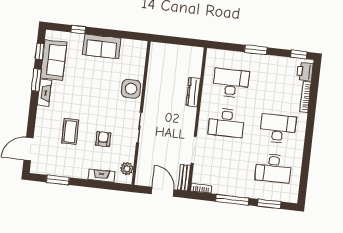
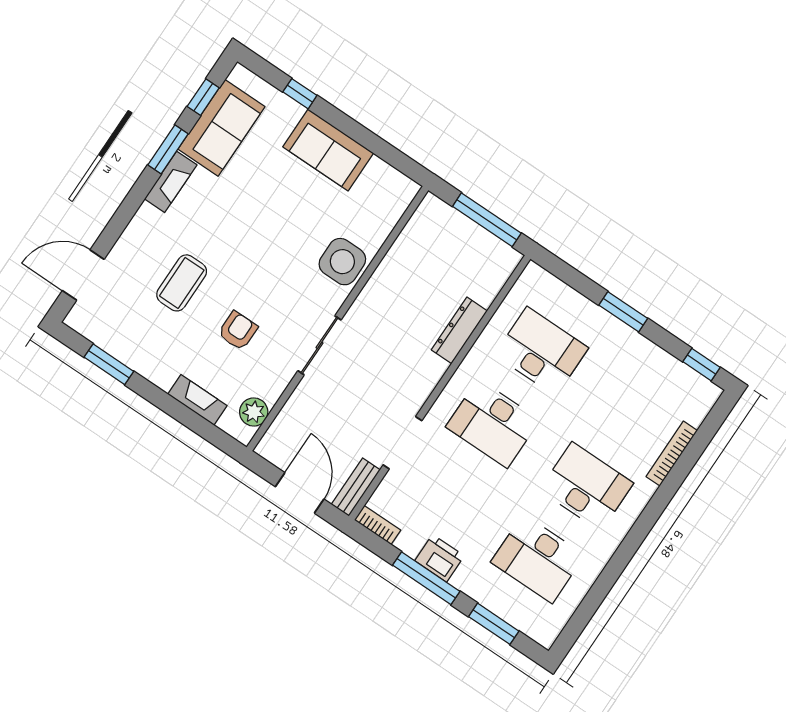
window: (181, 41) -> (487, 220), added
printer: (305, 72) -> (440, 558), moved, turned 90

